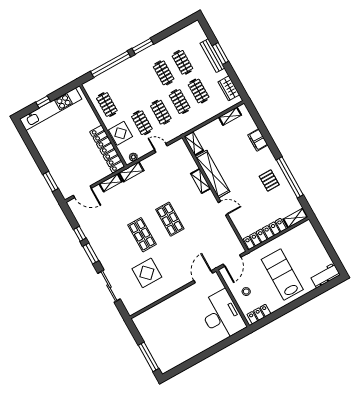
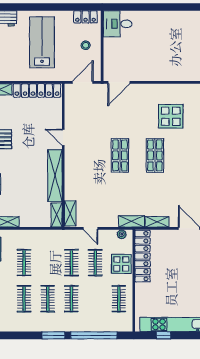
window: (43, 102) -> (164, 335), moved
clothes rail: (180, 102) -> (71, 299), moved
shelving: (201, 181) -> (70, 213), moved
lab bench: (282, 274) -> (42, 42), turned 180
desk: (222, 316) -> (118, 24), width x0.53, depth x0.77

